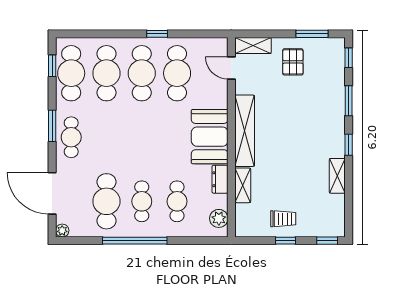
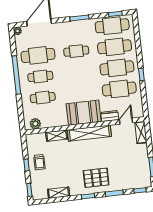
pallet: (293, 62) -> (96, 178), moved, width x1.50, depth x1.42
cafe table: (71, 137) -> (76, 51), moved
shelving: (337, 176) -> (59, 193), moved
dresser: (220, 179) -> (110, 116), moved

